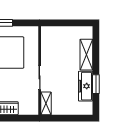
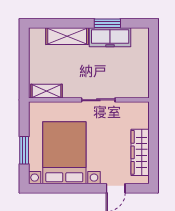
shelving: (46, 103) -> (46, 91), moved

